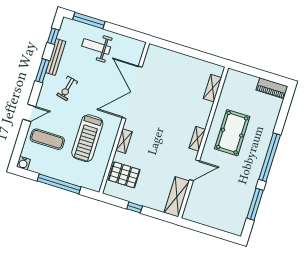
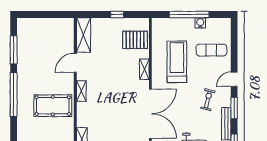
door: (29, 113) -> (234, 79), moved
pool table: (232, 133) -> (53, 106), turned 90
water cooler: (23, 163) -> (200, 23), moved

